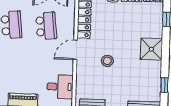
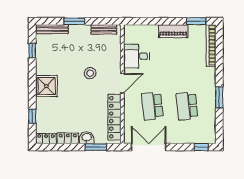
desk: (60, 87) -> (137, 56), moved

